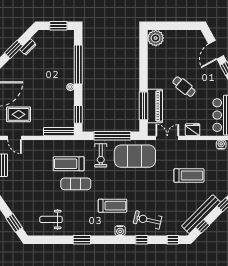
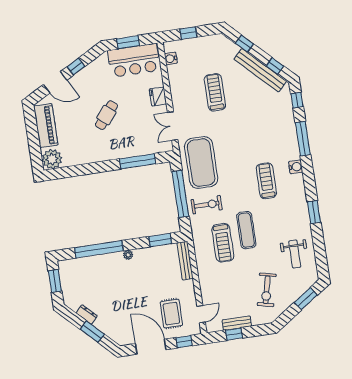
piano: (155, 106) -> (46, 126), moved, turned 90
exercise bike: (148, 220) -> (267, 290), moved
window: (142, 240) -> (303, 139), width x2.17

